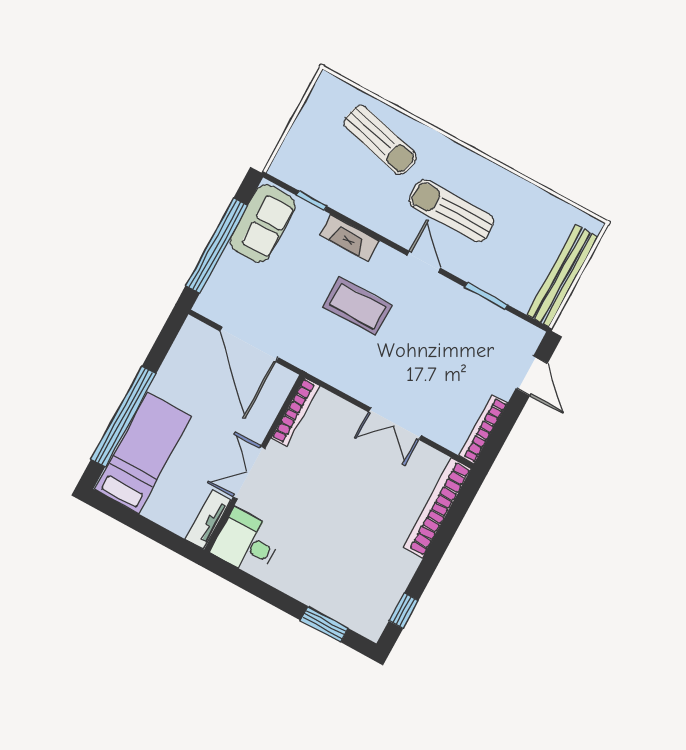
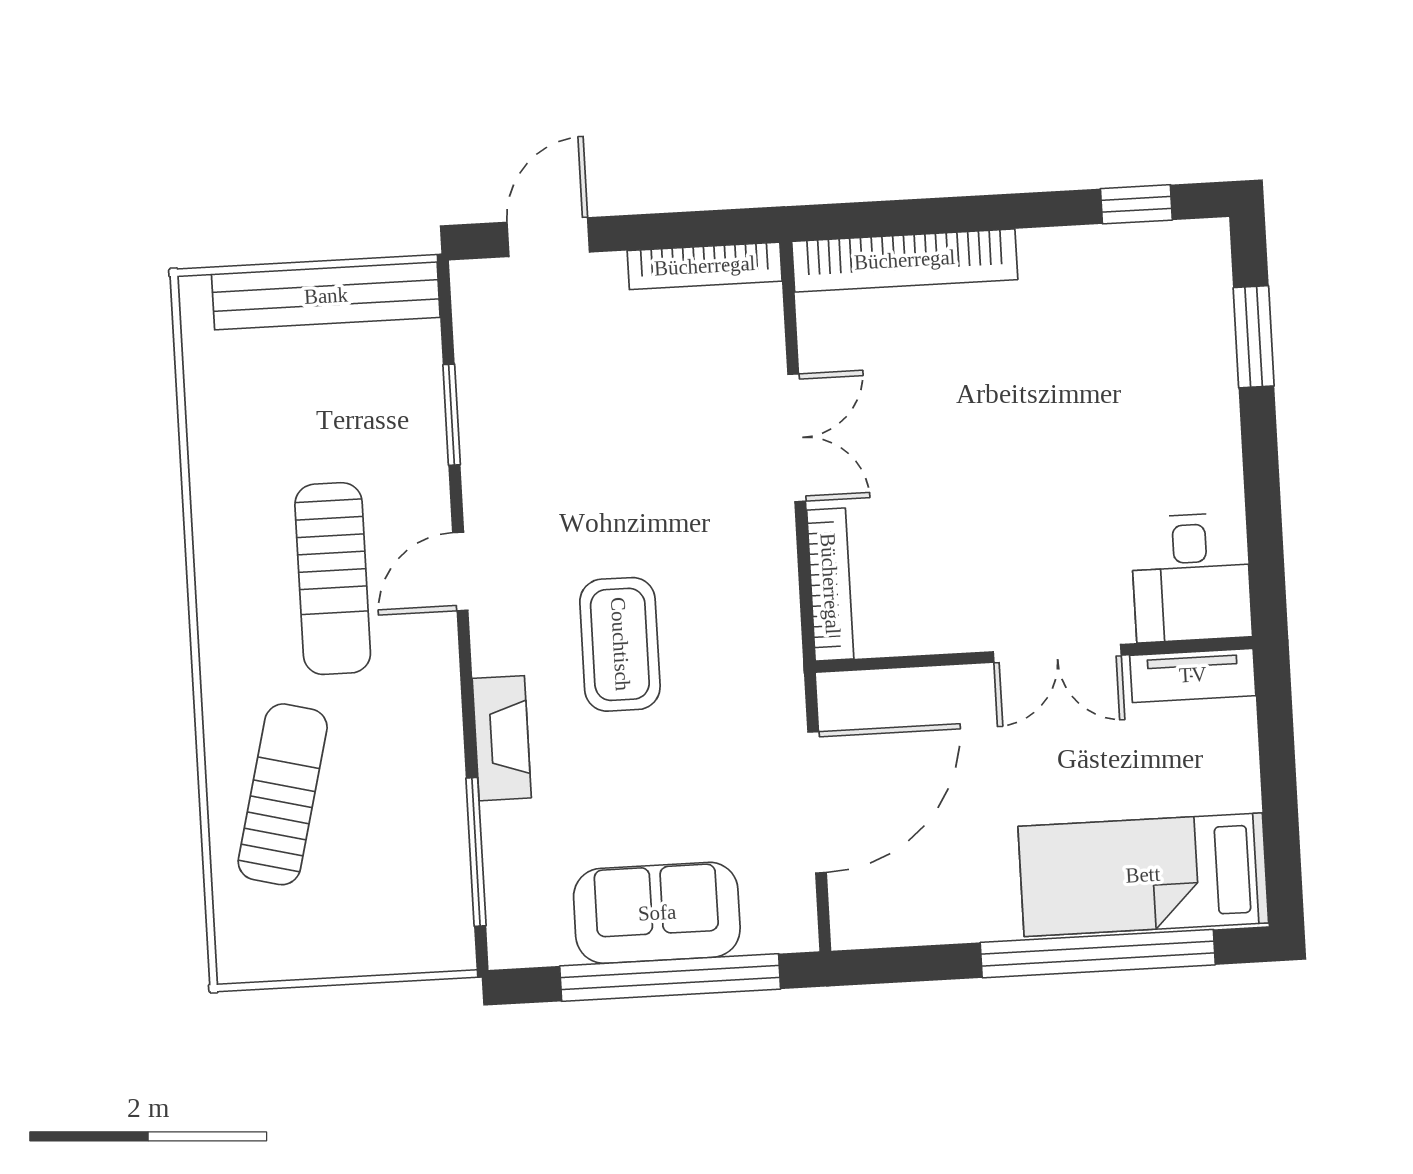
window: (312, 201) -> (476, 852), width x2.17
sofa: (263, 223) -> (657, 913), moved
bookcase: (295, 412) -> (830, 584), moved, turned 90

